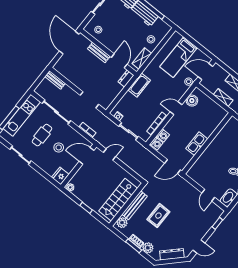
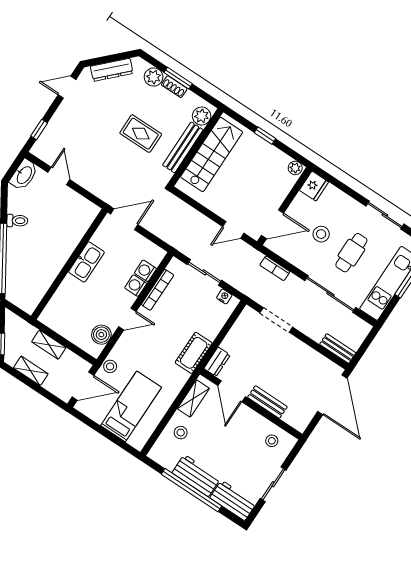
door: (69, 43) -> (332, 395), moved
washing machine: (156, 143) -> (136, 286), moved
rug: (158, 216) -> (141, 134), turned 90

